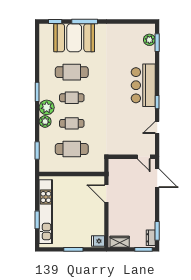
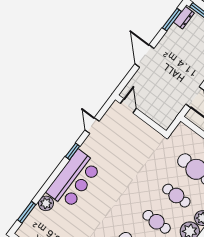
plant: (149, 40) -> (46, 203), moved
door: (157, 127) -> (92, 126), swing flipped
door: (157, 178) -> (144, 56), moved

